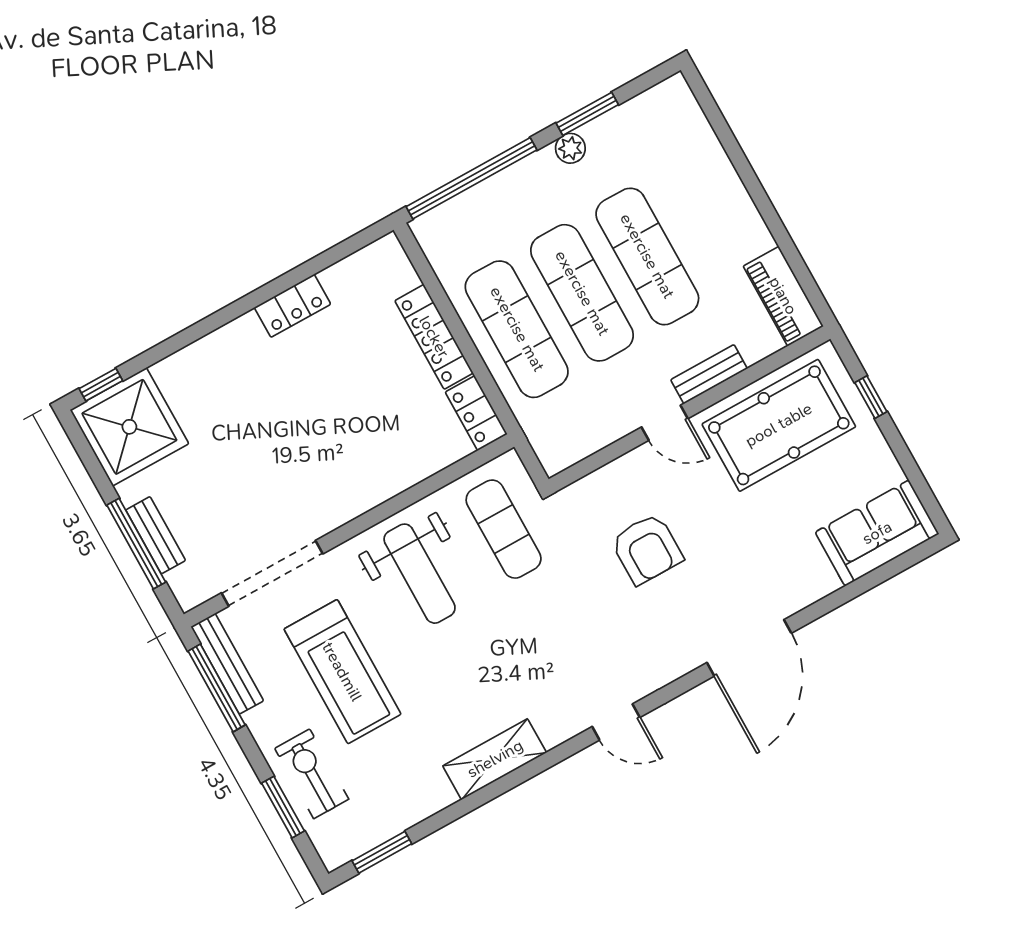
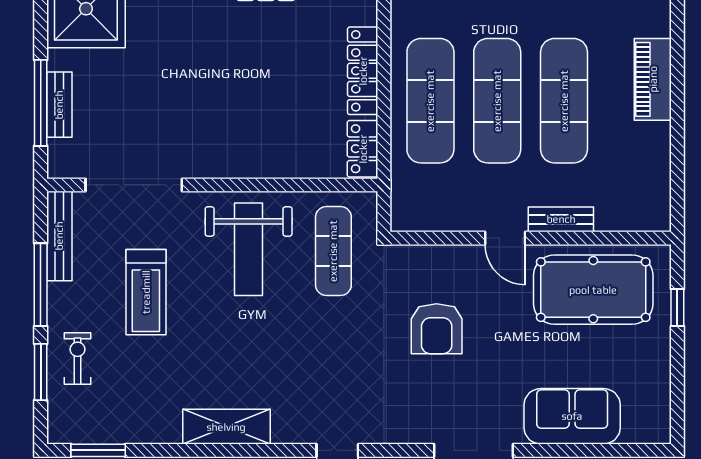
piano: (783, 296) -> (653, 79), moved
sofa: (877, 533) -> (572, 416), moved
treadmill: (342, 672) -> (146, 292), width x0.73, depth x0.73
window: (217, 688) -> (41, 285), moved
exercise bike: (312, 774) -> (78, 359), width x0.73, depth x0.72

